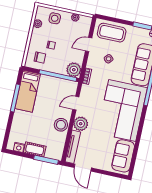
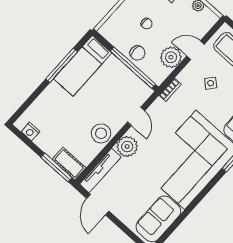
chair: (40, 58) -> (138, 53), moved
plant: (74, 70) -> (171, 57), moved
door: (76, 103) -> (136, 116), swing flipped
cot: (35, 149) -> (69, 164), moved

